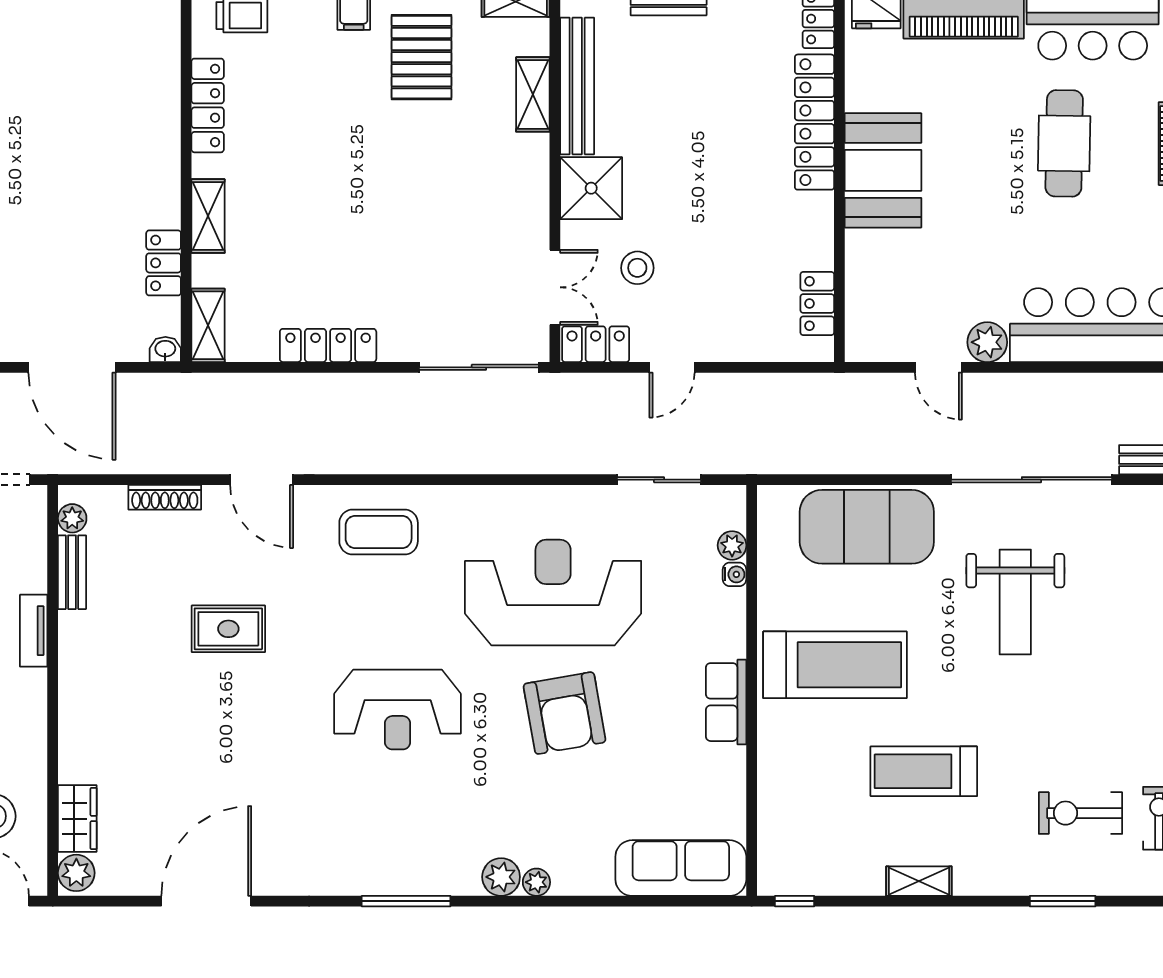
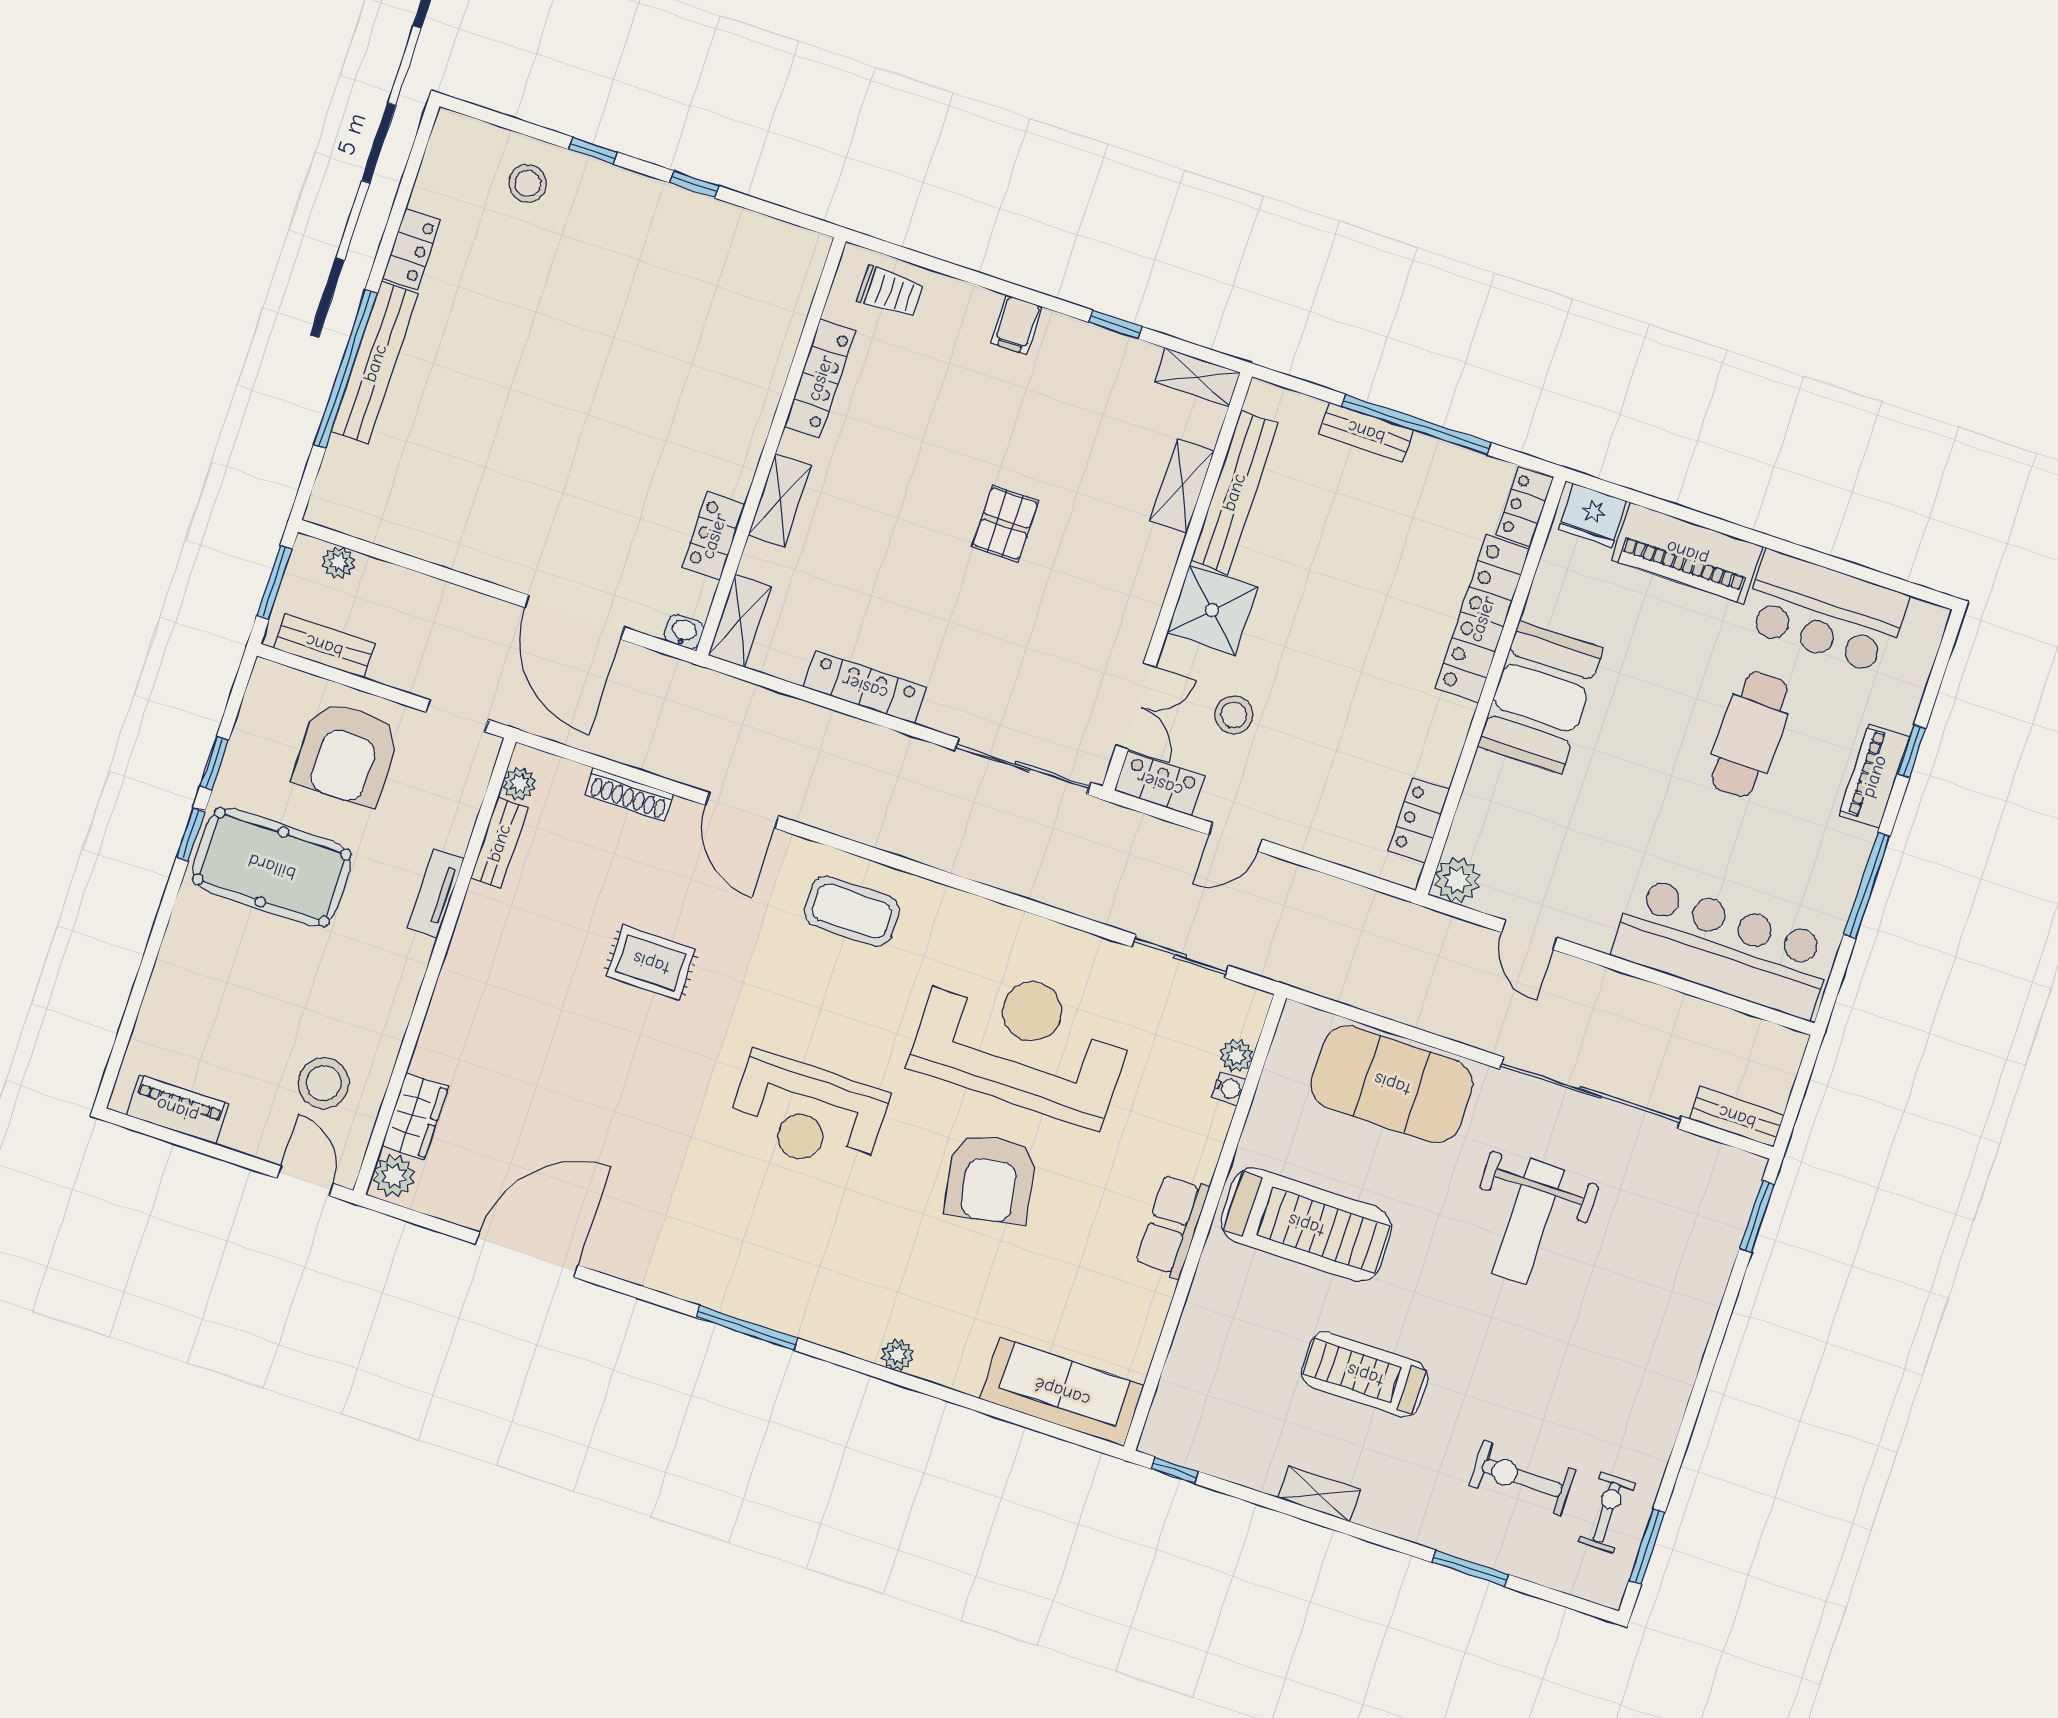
pallet: (421, 57) -> (1005, 524), moved, width x0.67, depth x0.71
plant: (987, 342) -> (1457, 880), moved
plant: (501, 877) -> (860, 1336), removed

